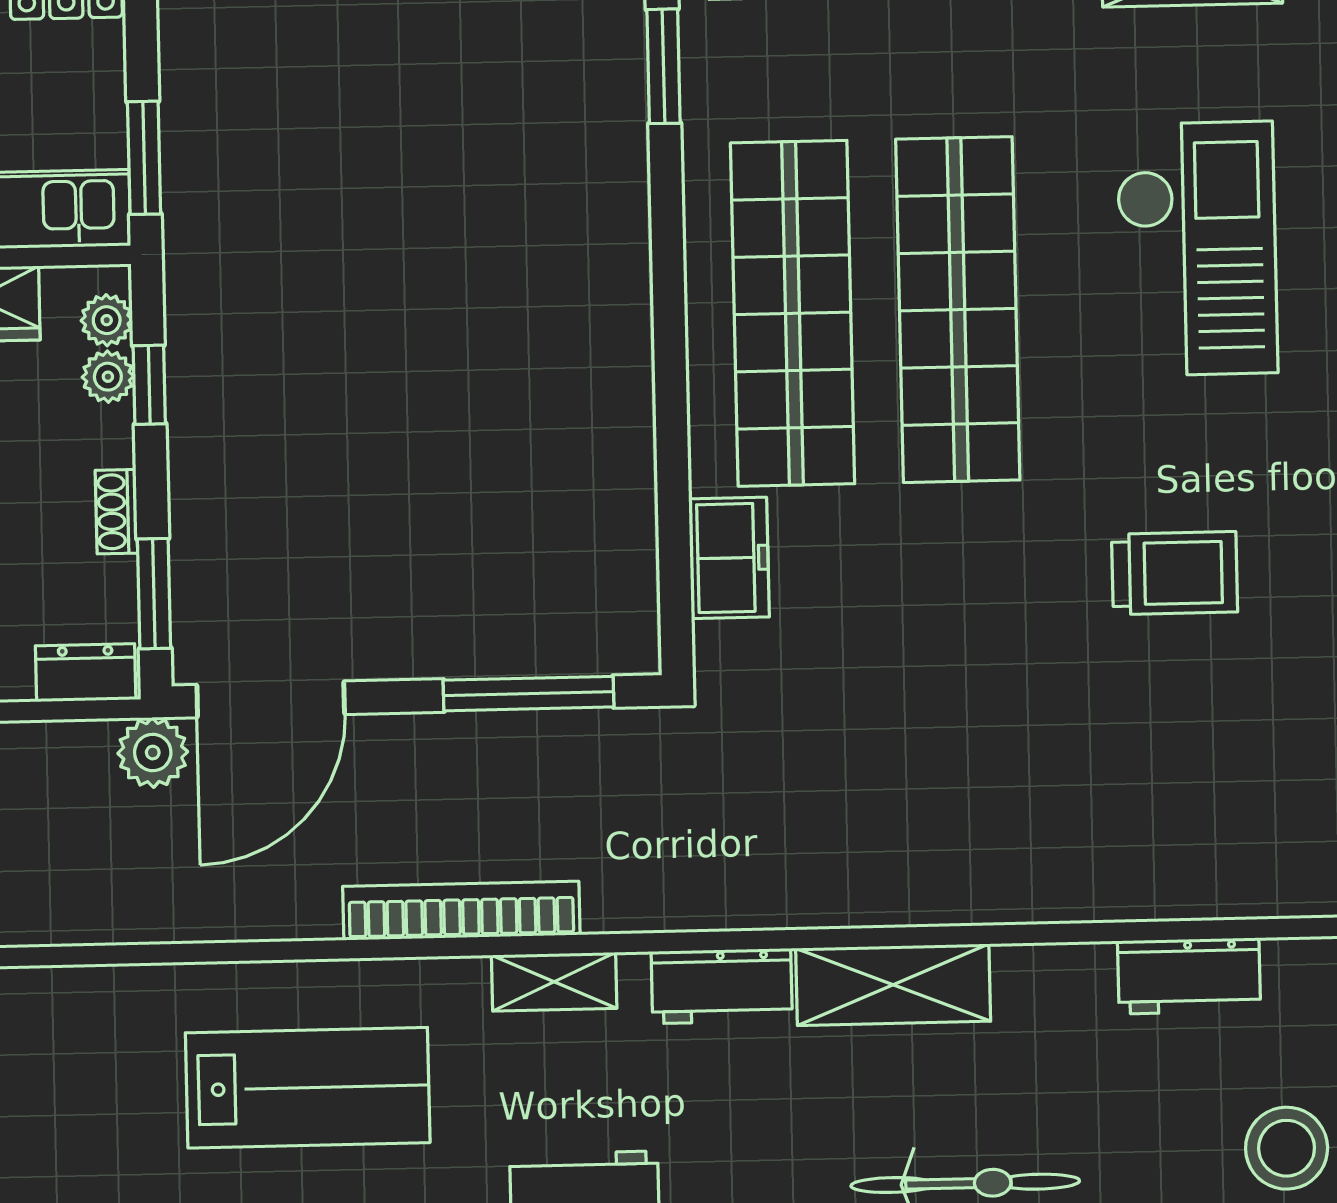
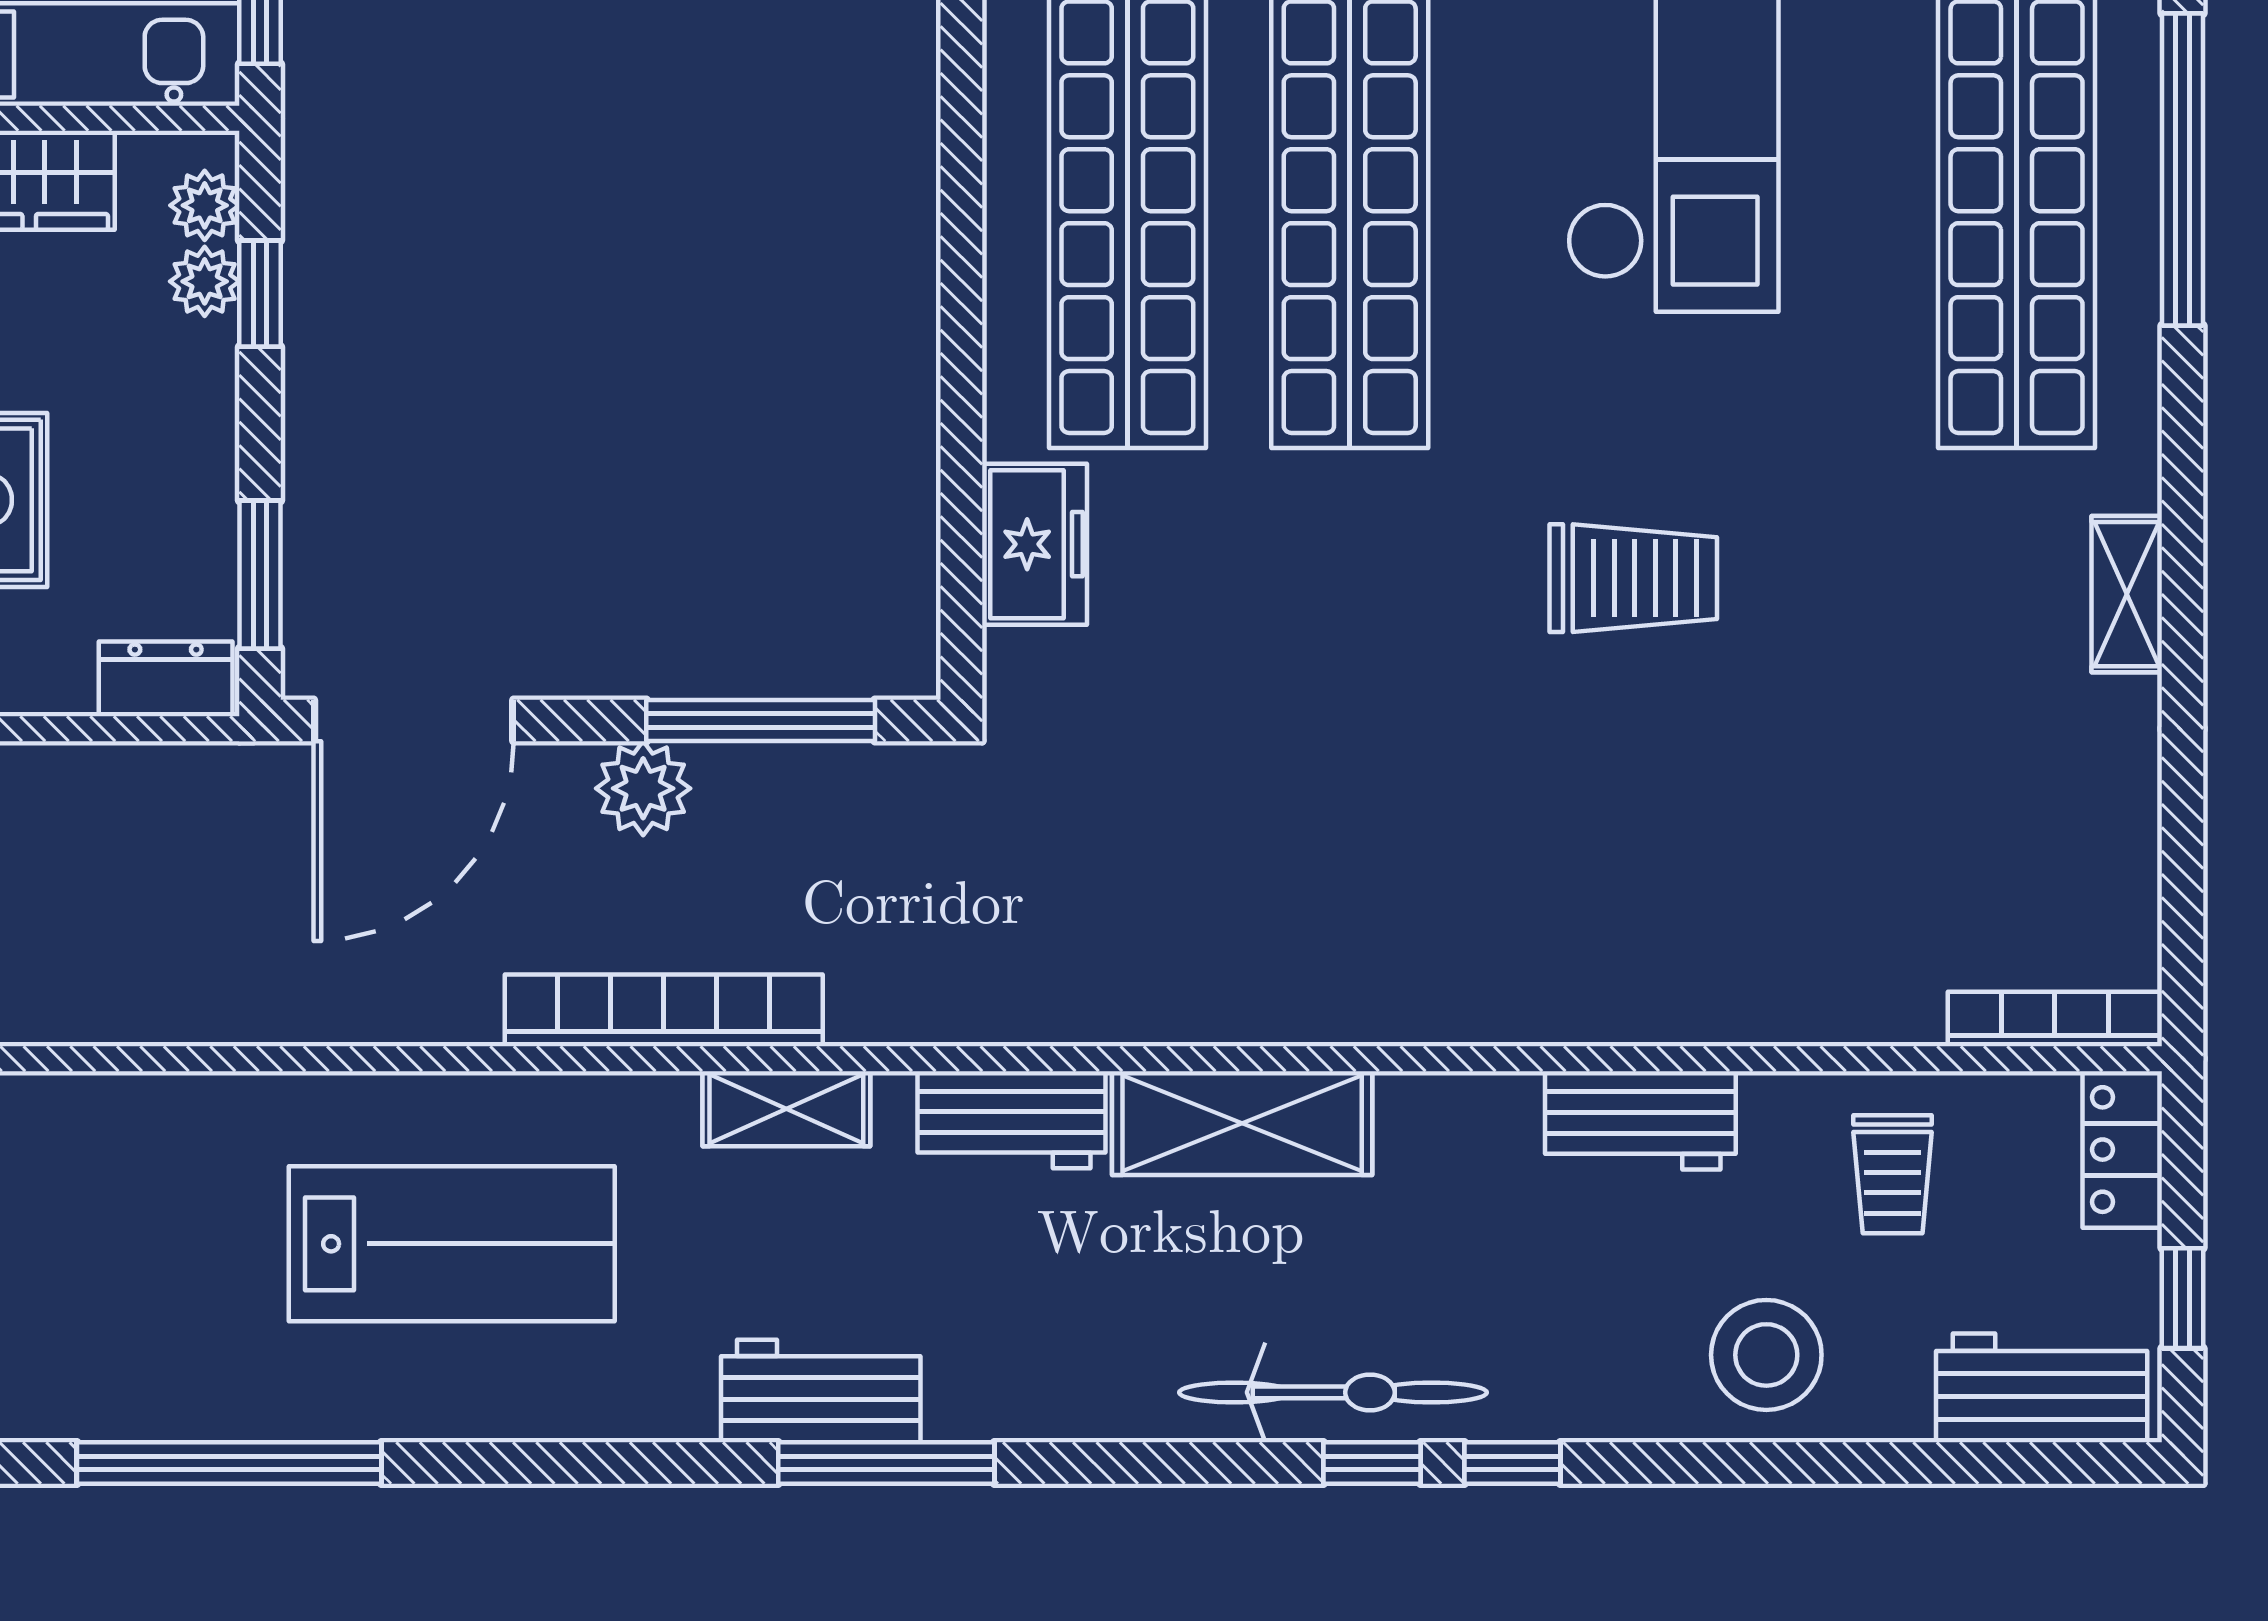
shoe rack: (116, 512) -> (212, 463), removed
plant: (153, 753) -> (643, 788), moved

